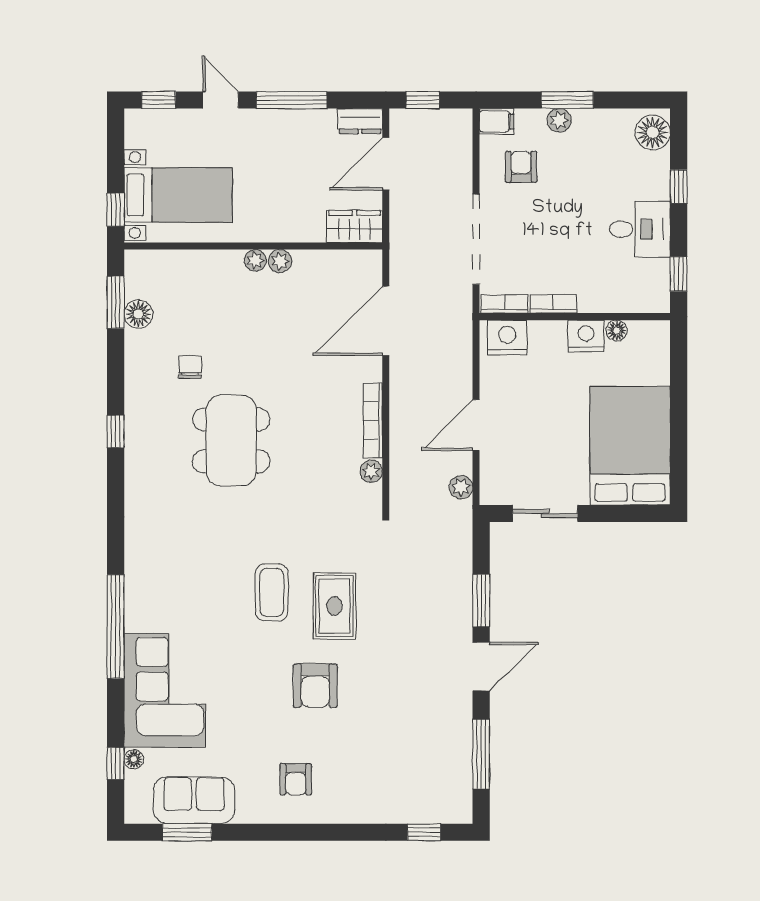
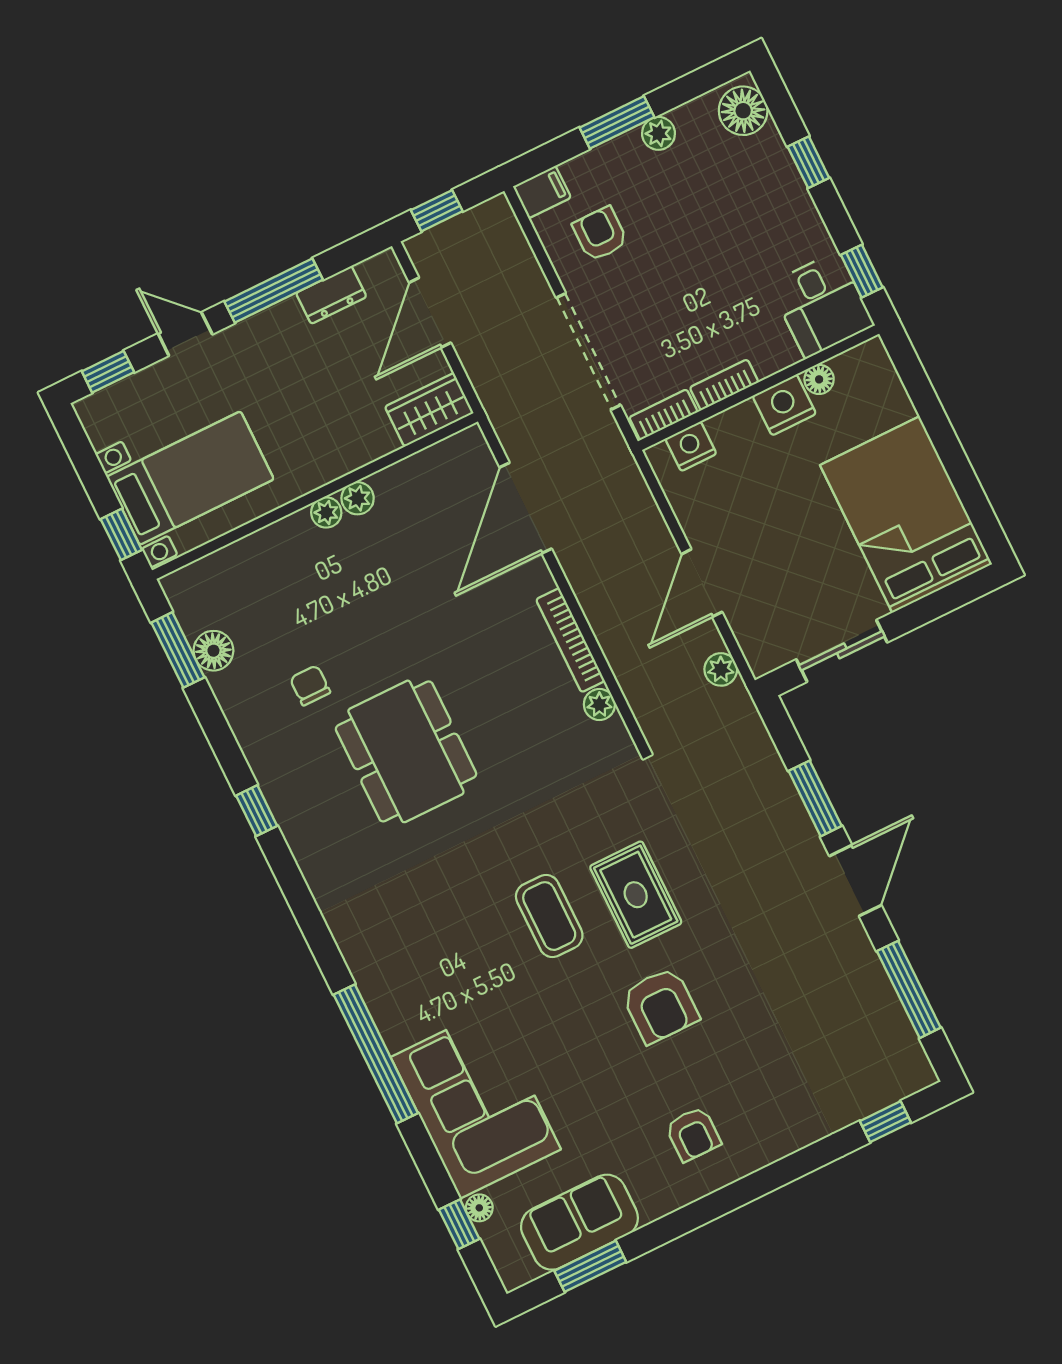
plant: (559, 120) -> (658, 133), moved
dresser: (360, 121) -> (331, 295), moved
desk: (640, 229) -> (822, 305), moved, turned 90
nightstand: (507, 337) -> (691, 446), width x0.74, depth x0.75

